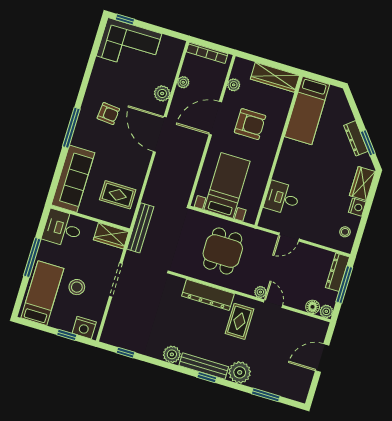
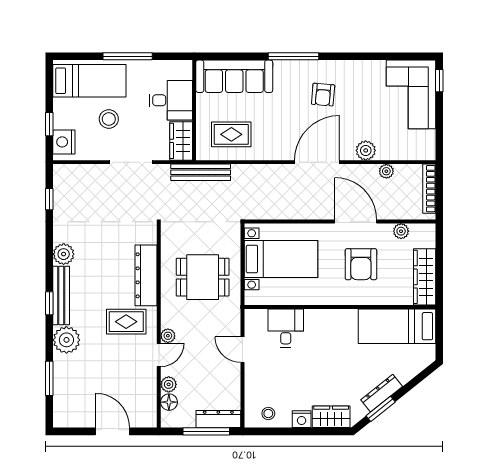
rug: (118, 195) -> (231, 134), turned 90
desk: (62, 228) -> (171, 100), moved, turned 90
plant: (326, 311) -> (169, 384), moved

